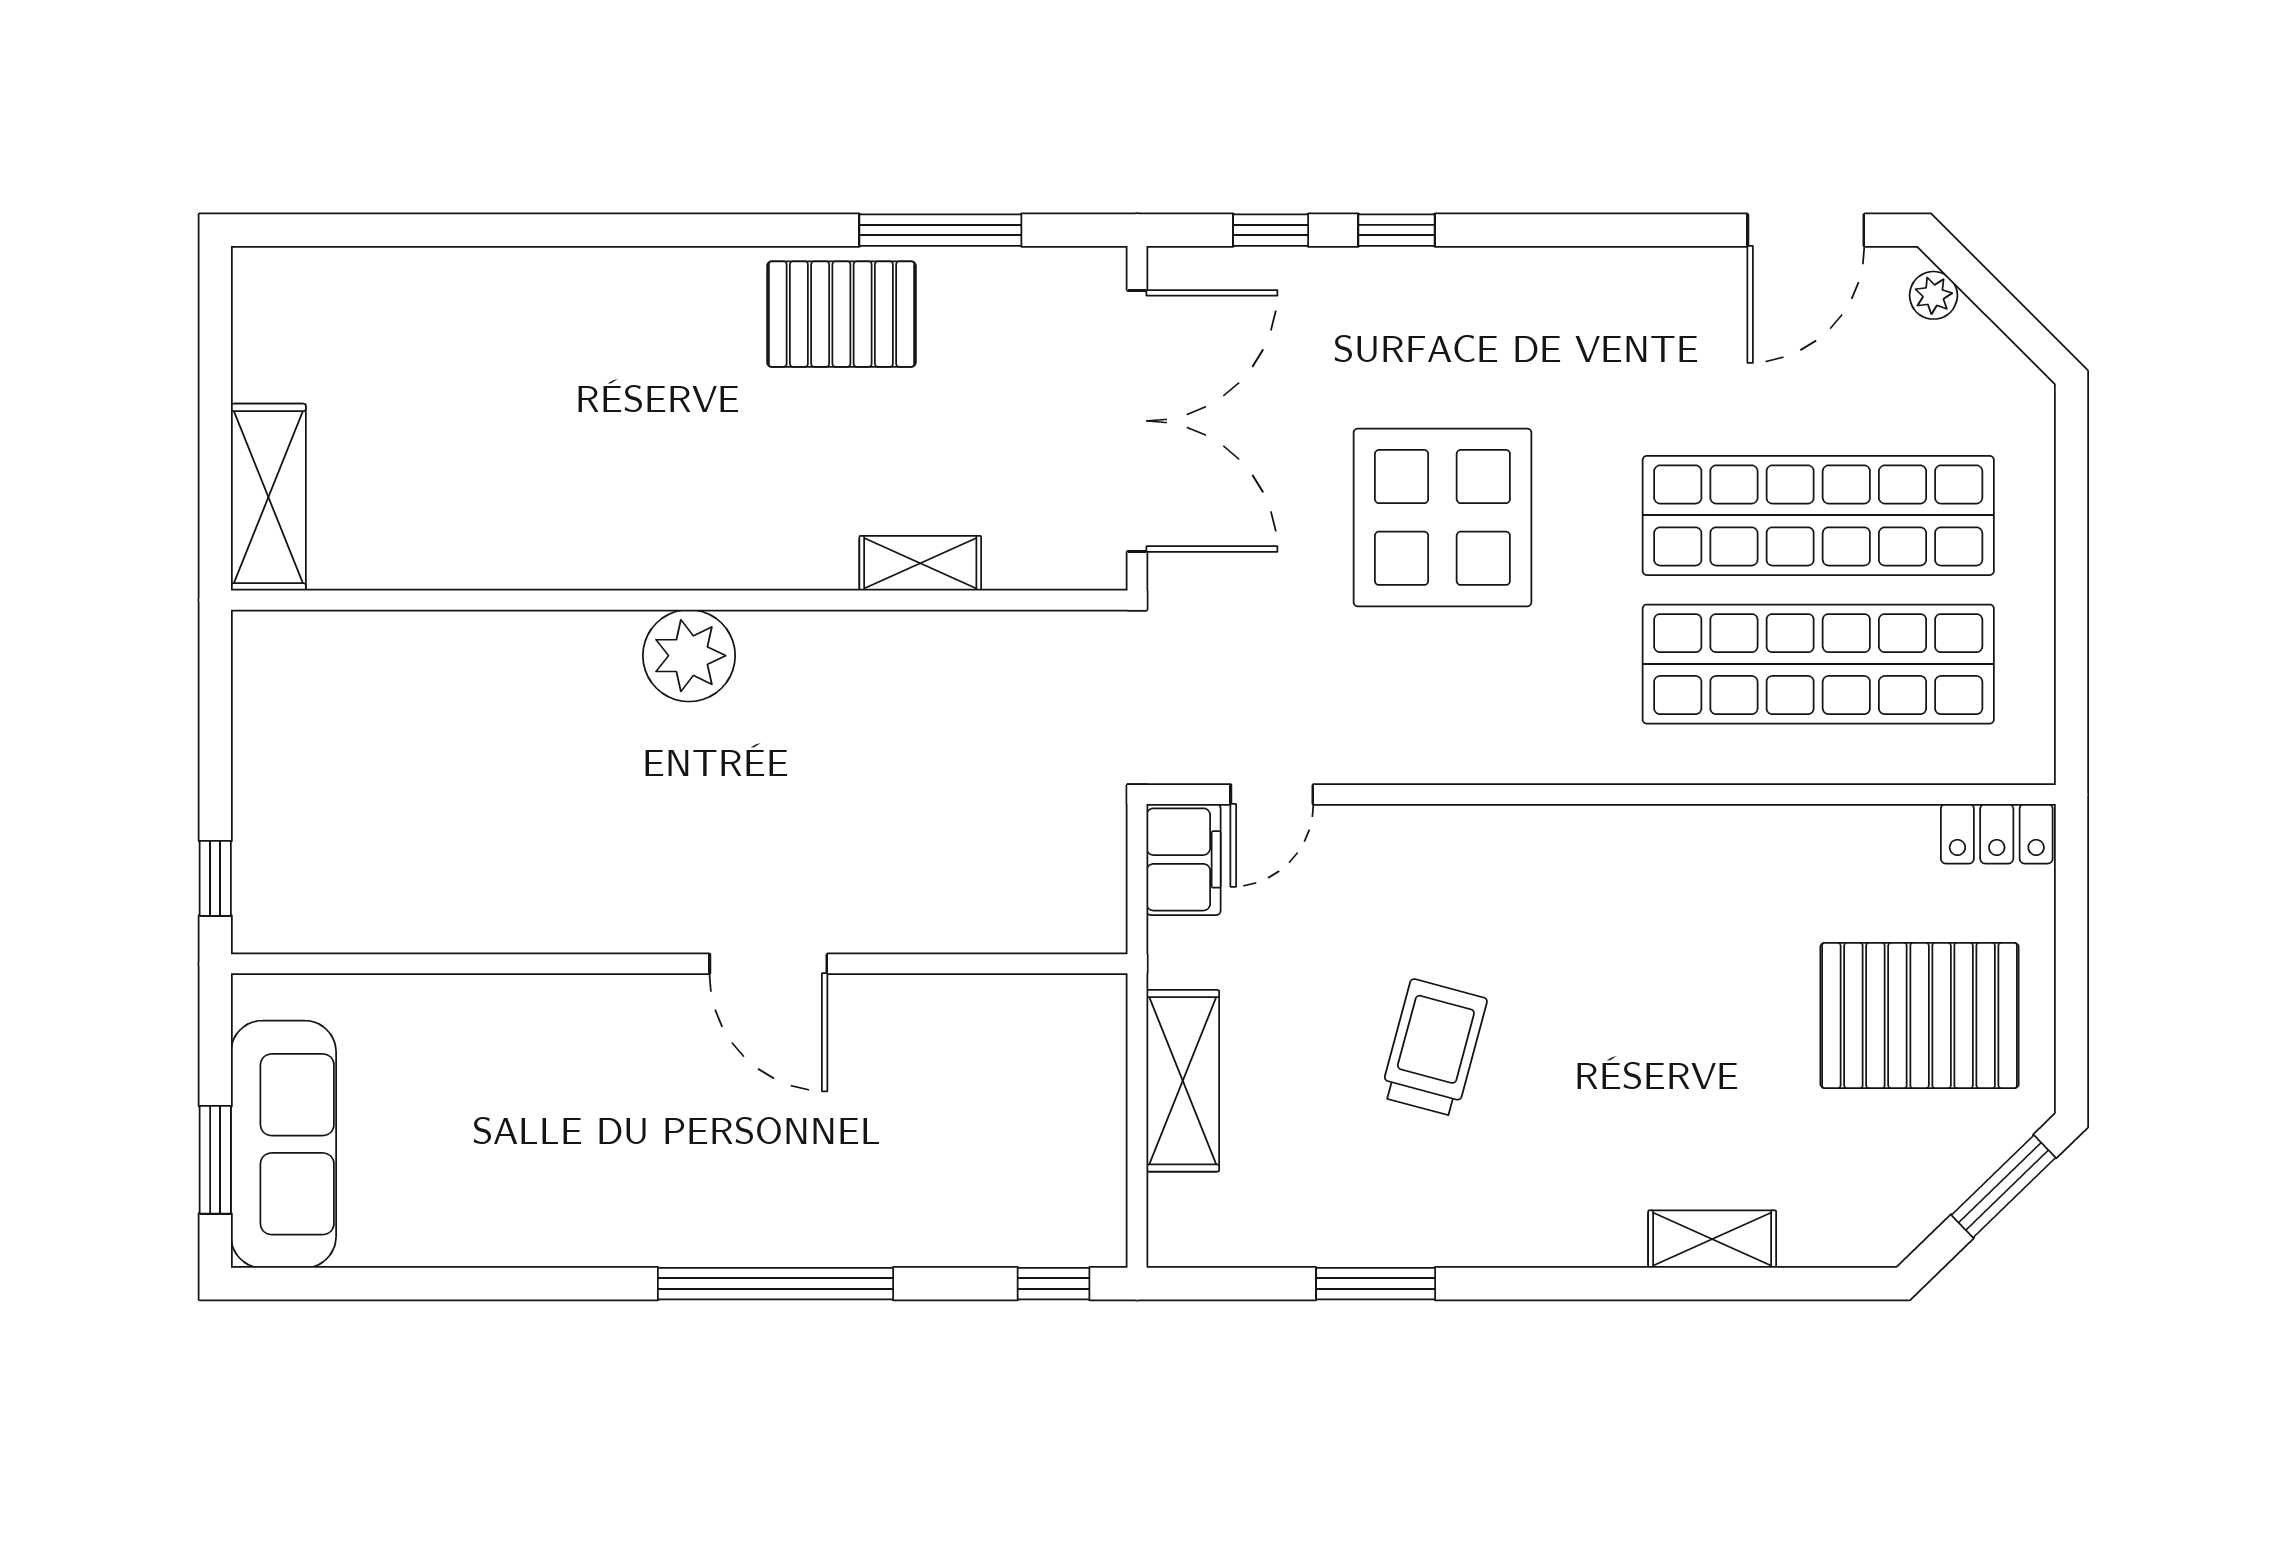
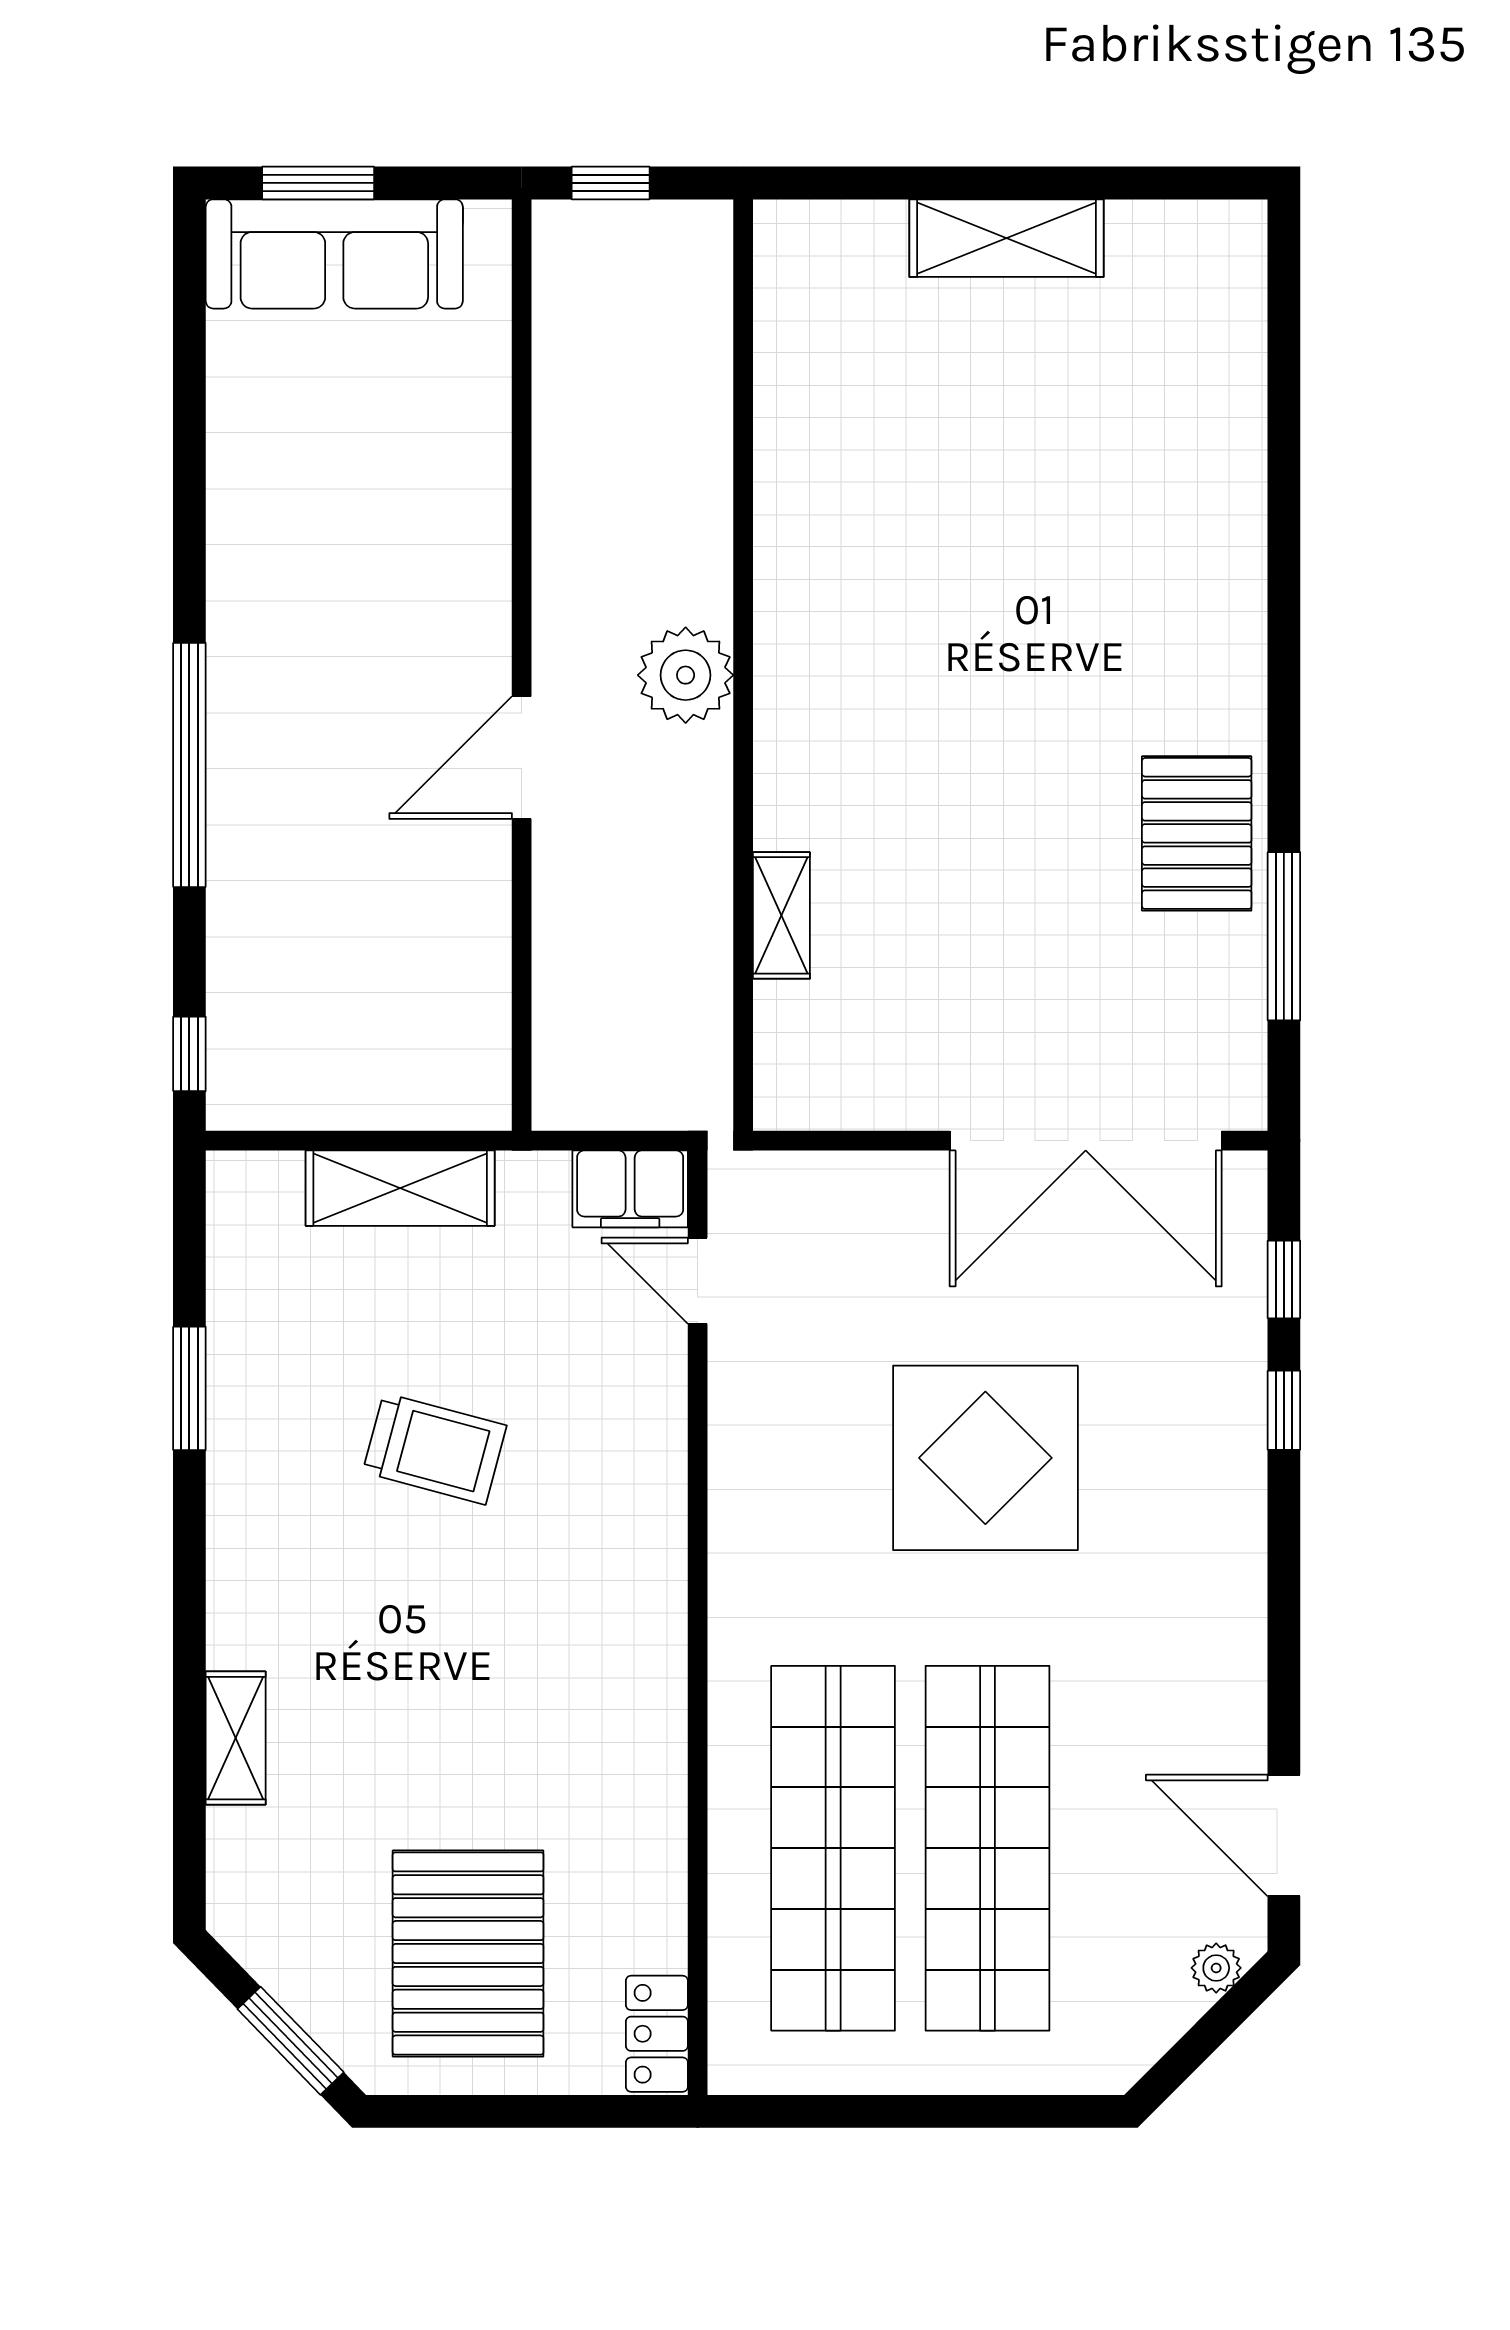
shelving: (920, 563) -> (781, 915), moved
wall: (679, 600) -> (743, 665), moved
plant: (689, 656) -> (686, 675), moved

